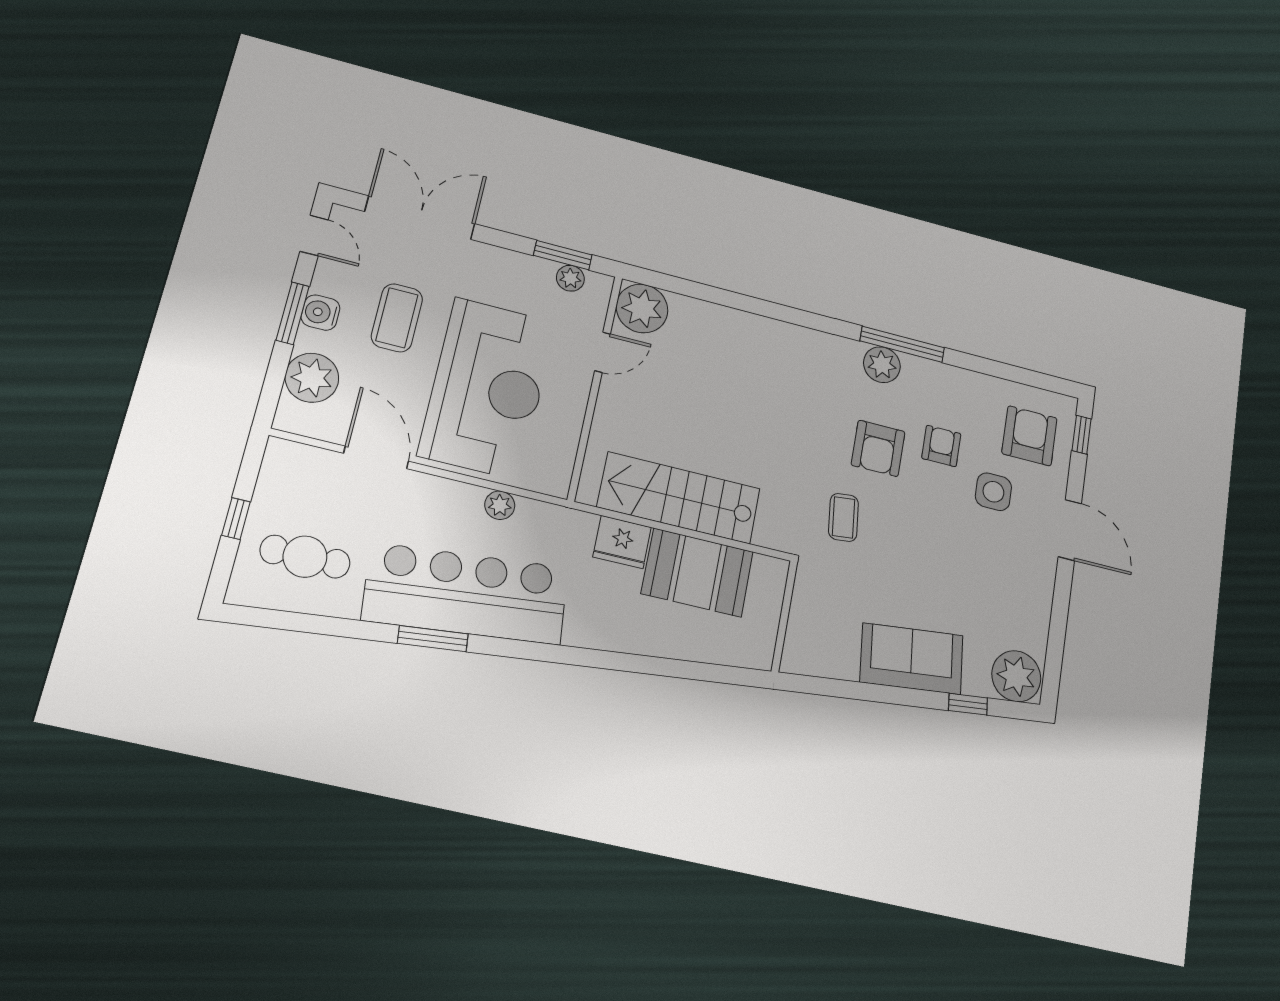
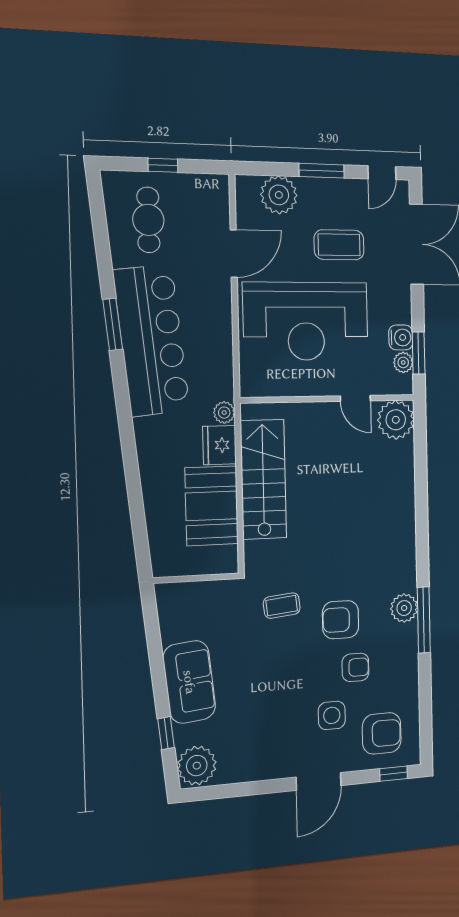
water cooler: (321, 313) -> (401, 337), moved, turned 90
plant: (500, 505) -> (224, 413), moved

